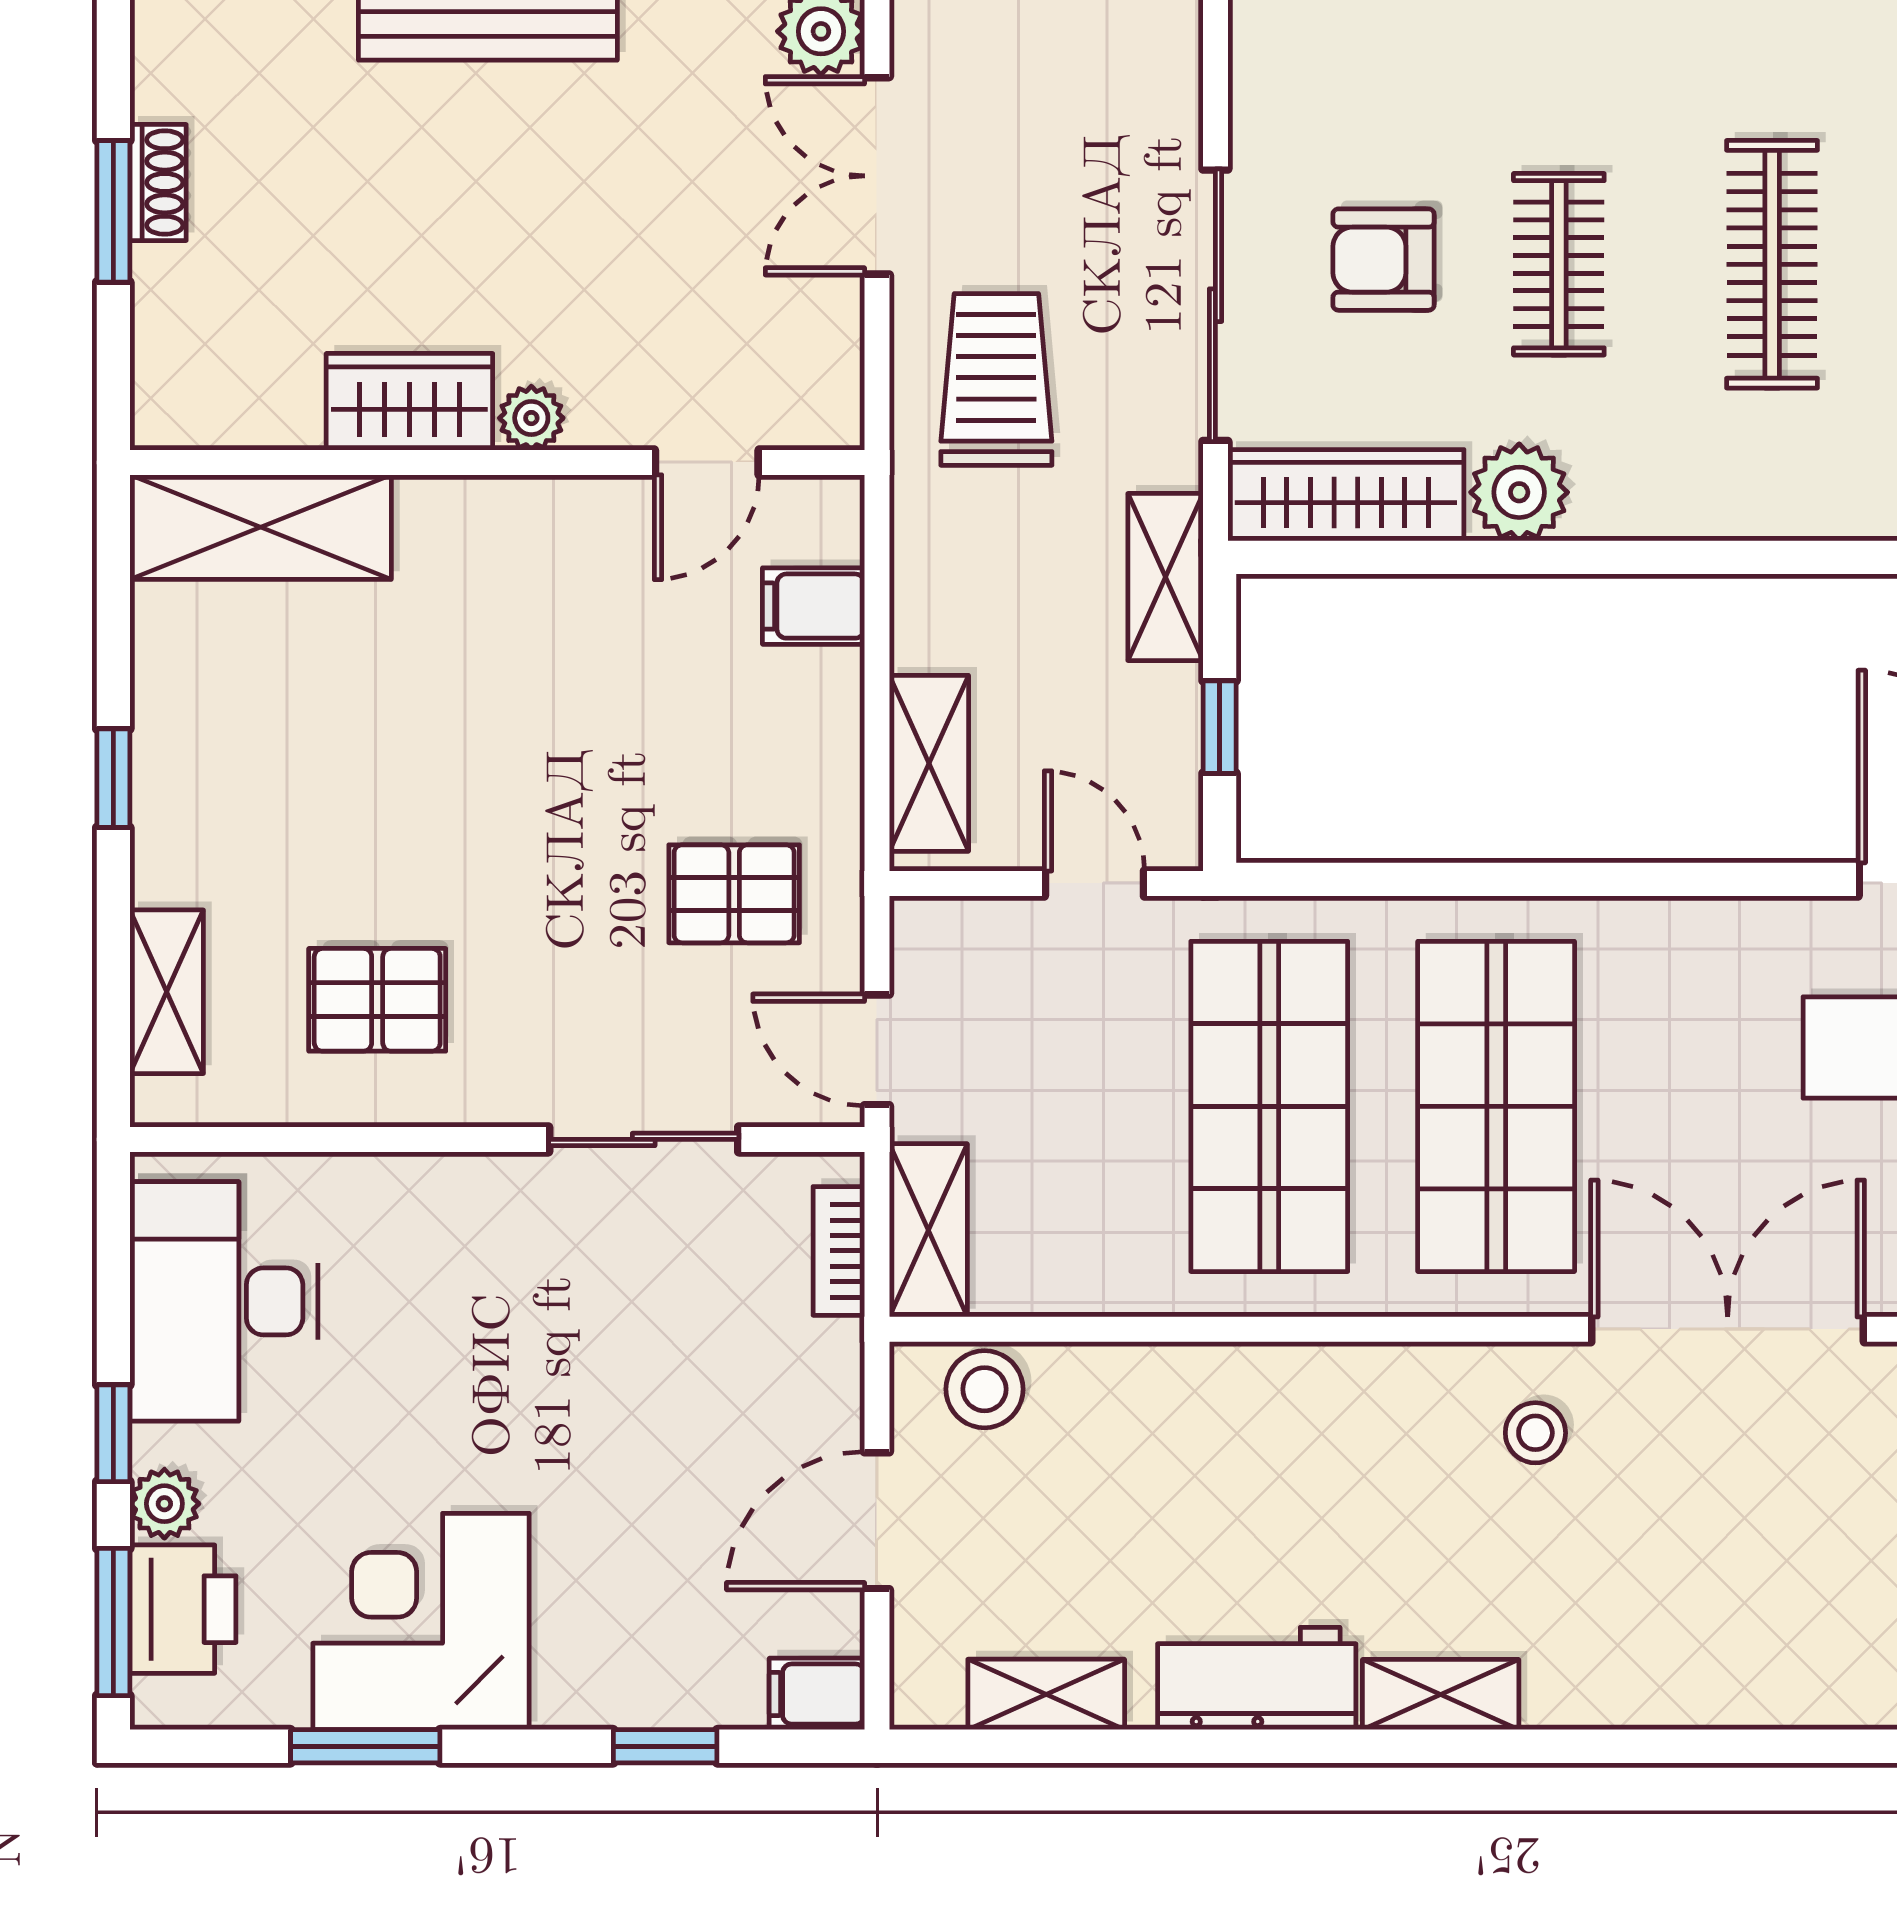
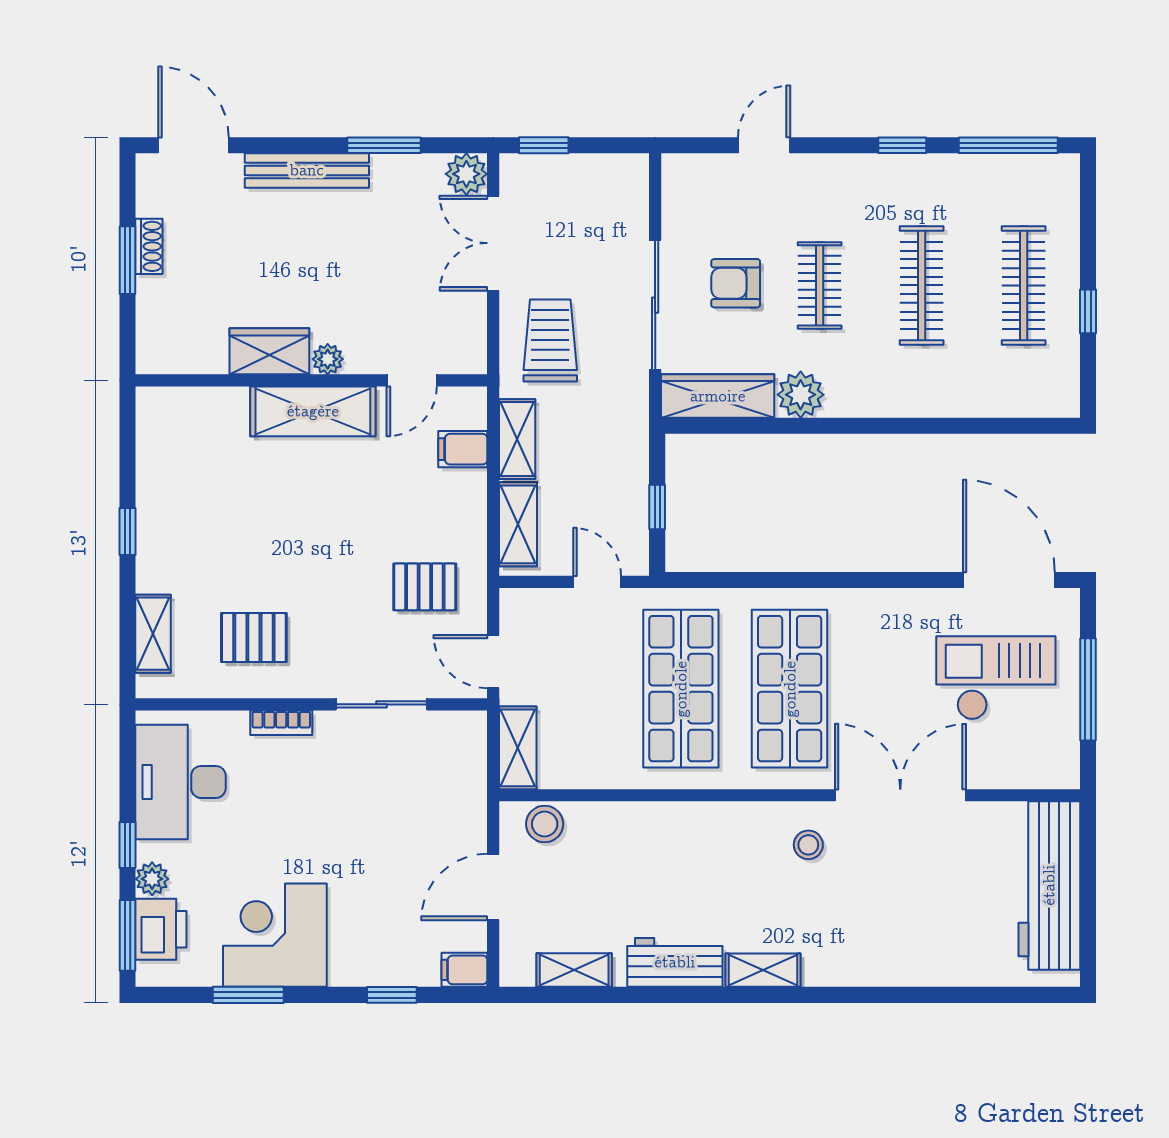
shelving: (261, 527) -> (313, 411), moved
shelving: (1165, 577) -> (517, 439), moved
bookcase: (839, 1251) -> (281, 723), moved, turned -90

